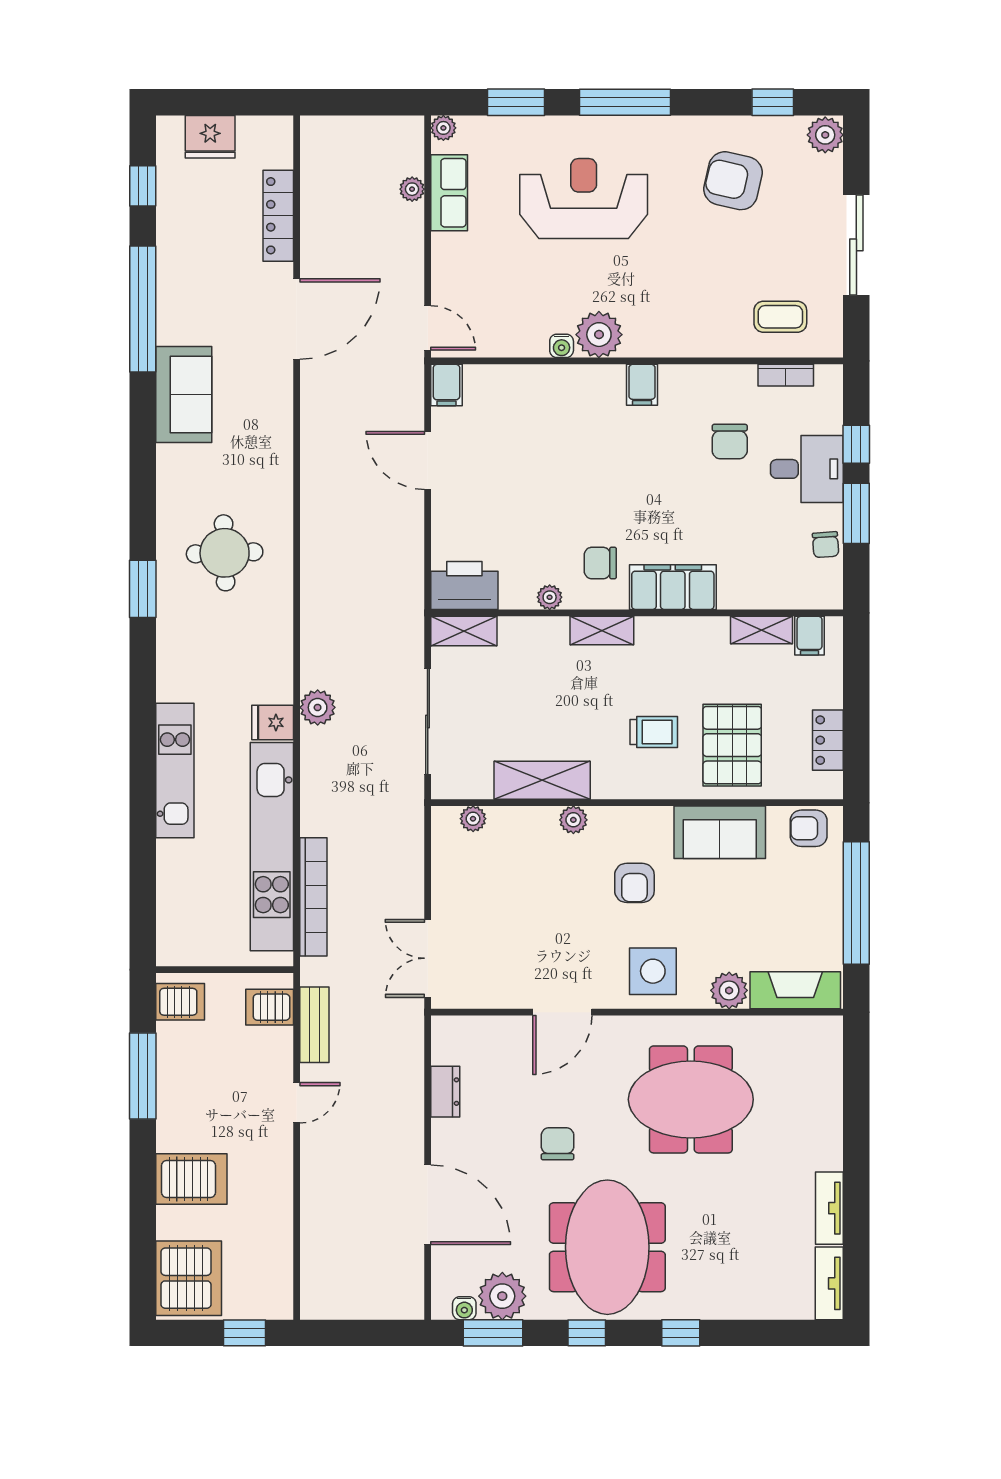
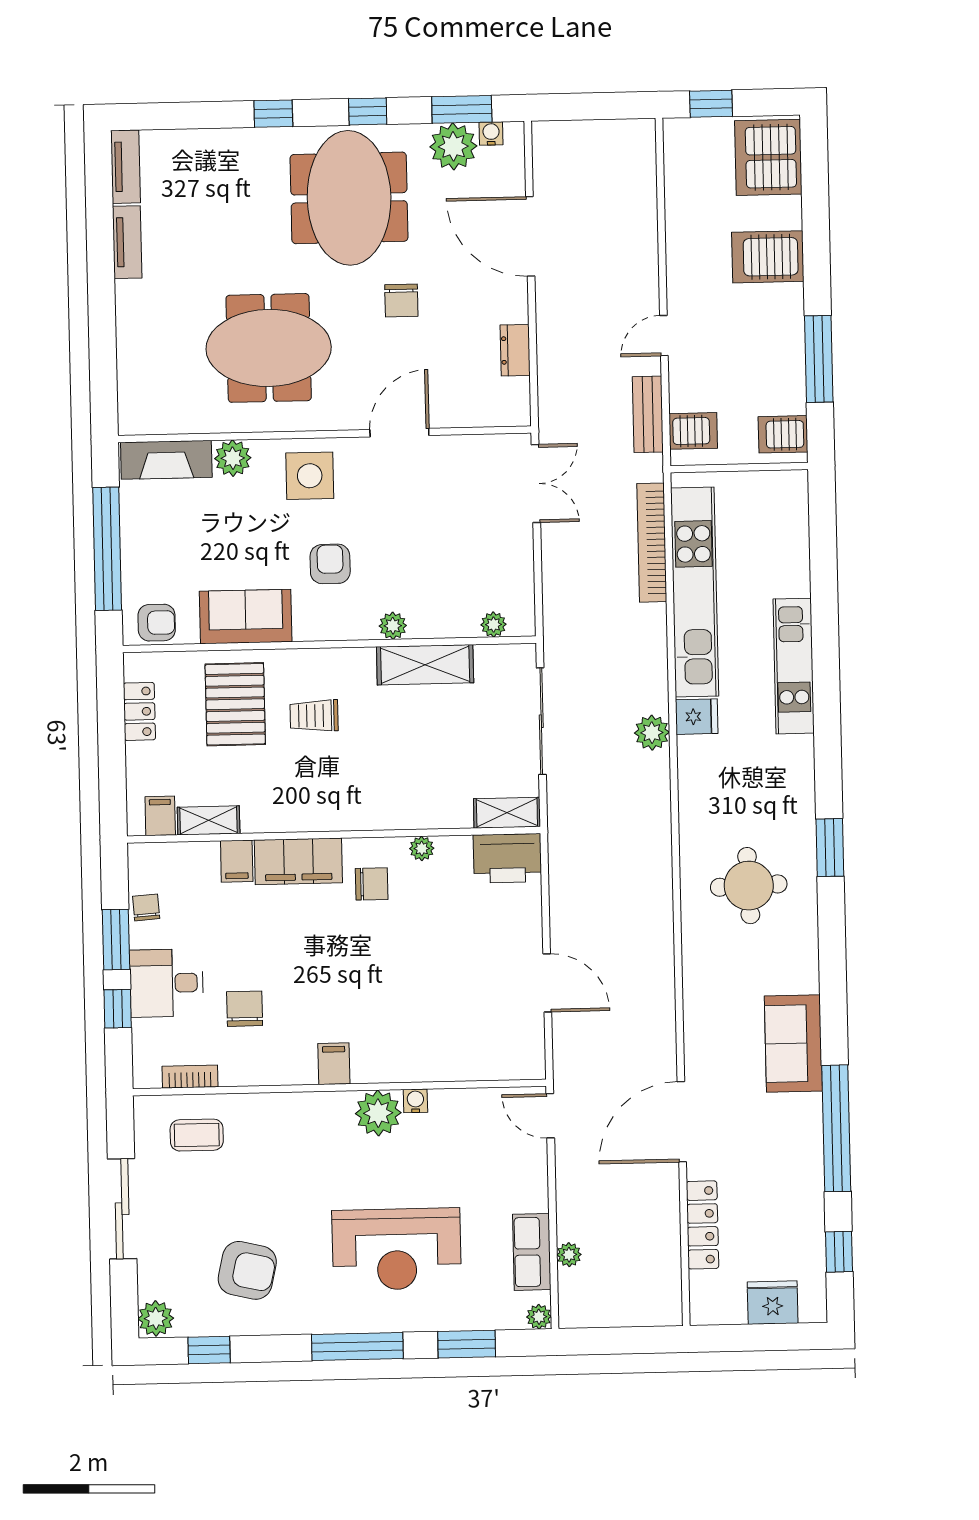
filing cabinet: (446, 385) -> (237, 861), moved, turned 180
shelving: (602, 630) -> (368, 816), removed

